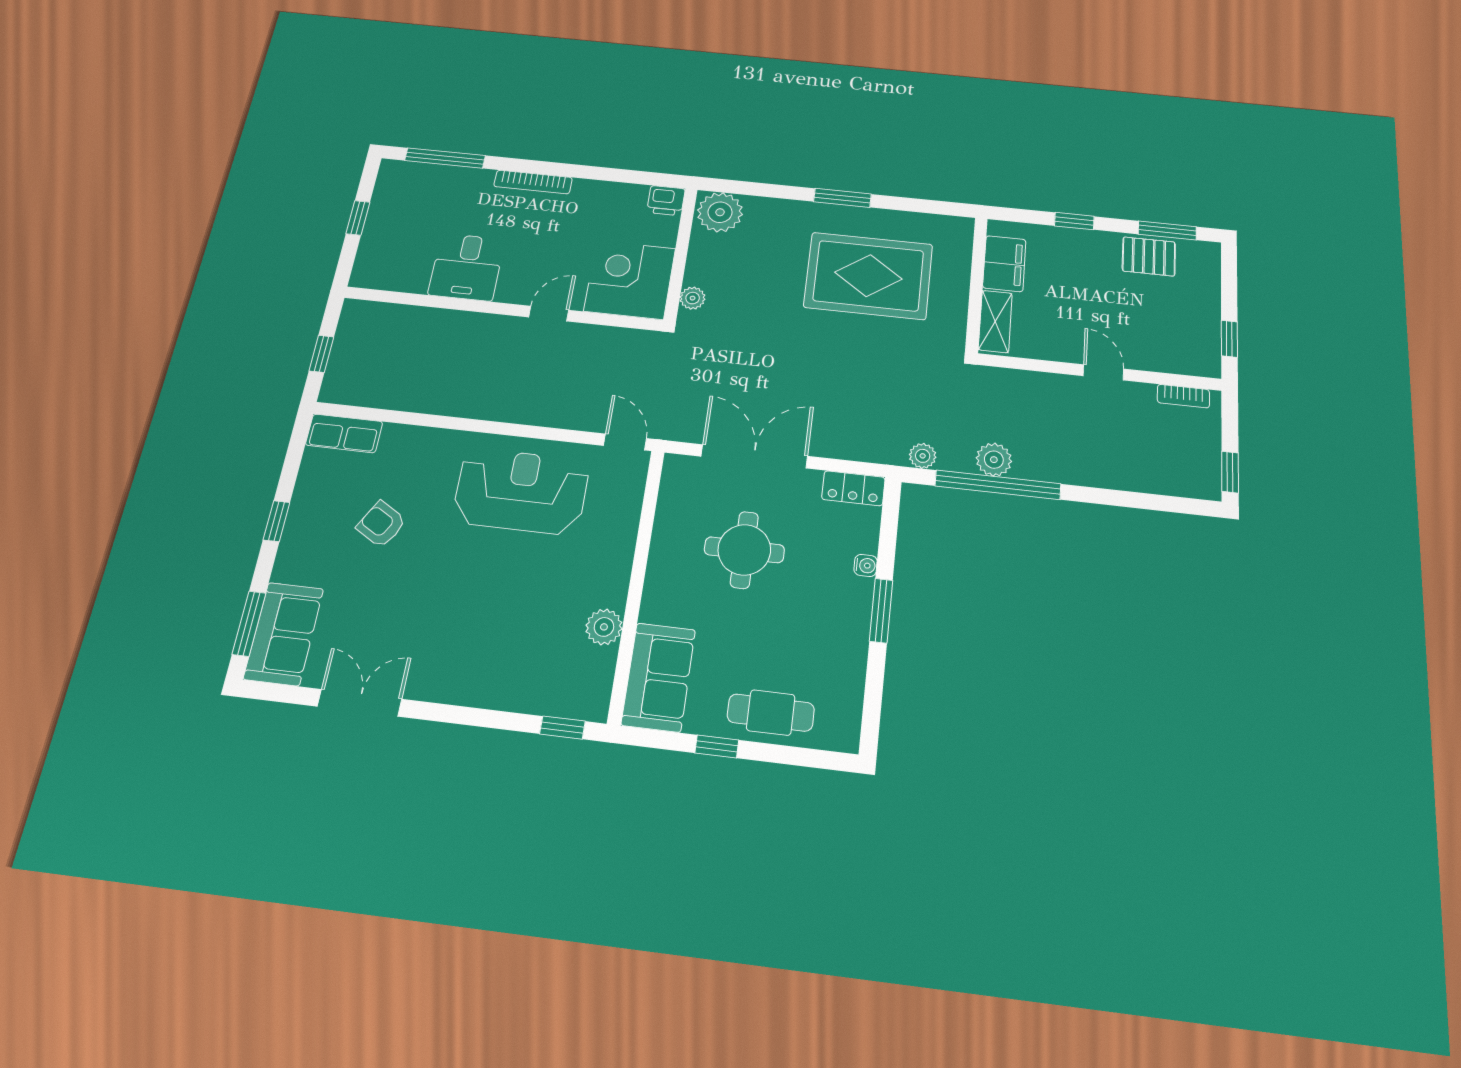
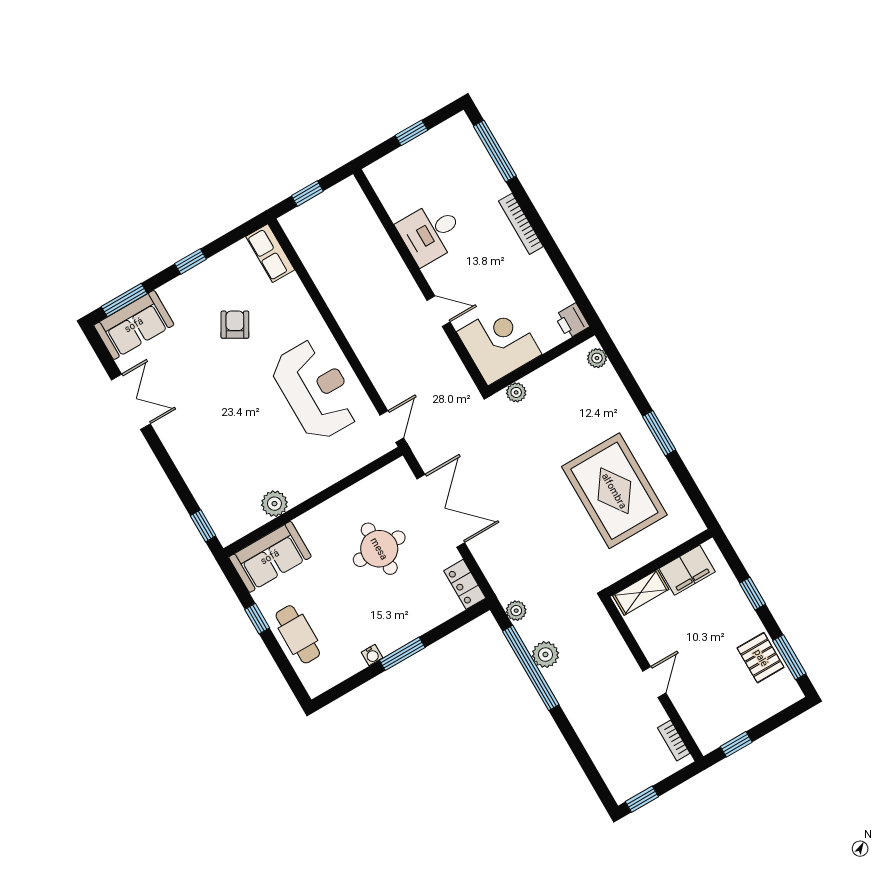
plant: (720, 212) -> (597, 358), width x0.53, depth x0.53
water cooler: (866, 565) -> (372, 655), moved

